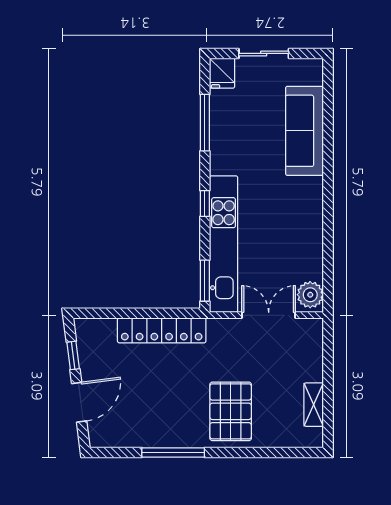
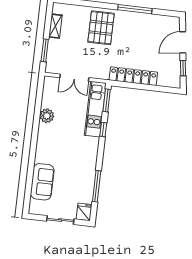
sofa: (305, 131) -> (42, 182), width x0.73
window: (205, 203) -> (103, 129), moved
kitchen unit: (224, 244) -> (95, 109), width x0.73
plant: (310, 295) -> (47, 116), moved
window: (328, 358) -> (45, 50), added

